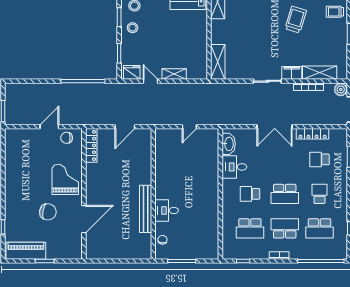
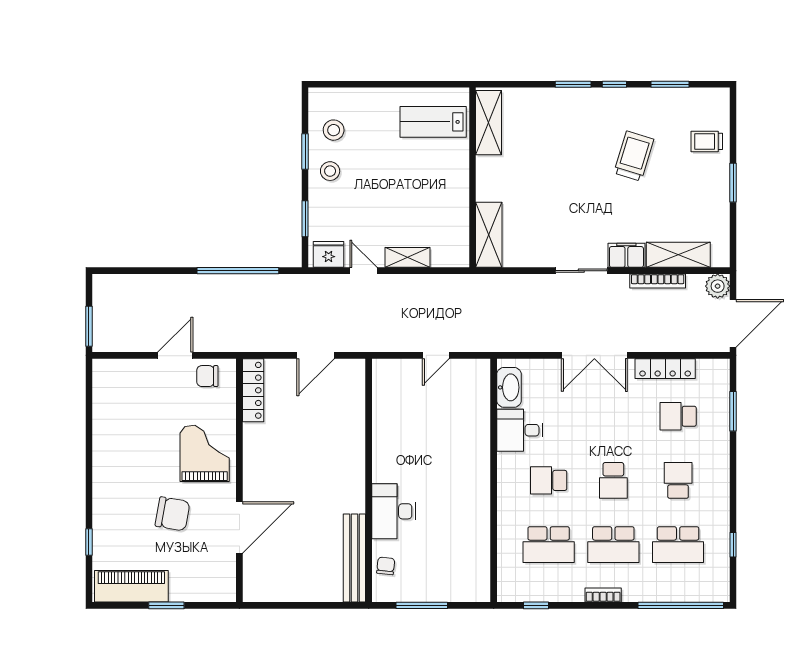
school desk: (285, 194) -> (613, 480), width x0.54
bench: (146, 209) -> (354, 558), moved
desk: (167, 210) -> (393, 511), width x1.37
school desk: (285, 228) -> (613, 545), turned 180

